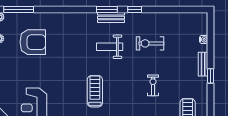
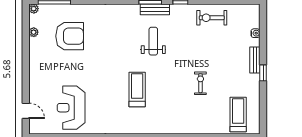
exercise bike: (150, 43) -> (212, 18), moved
weight bench: (110, 47) -> (153, 41), turned 90

